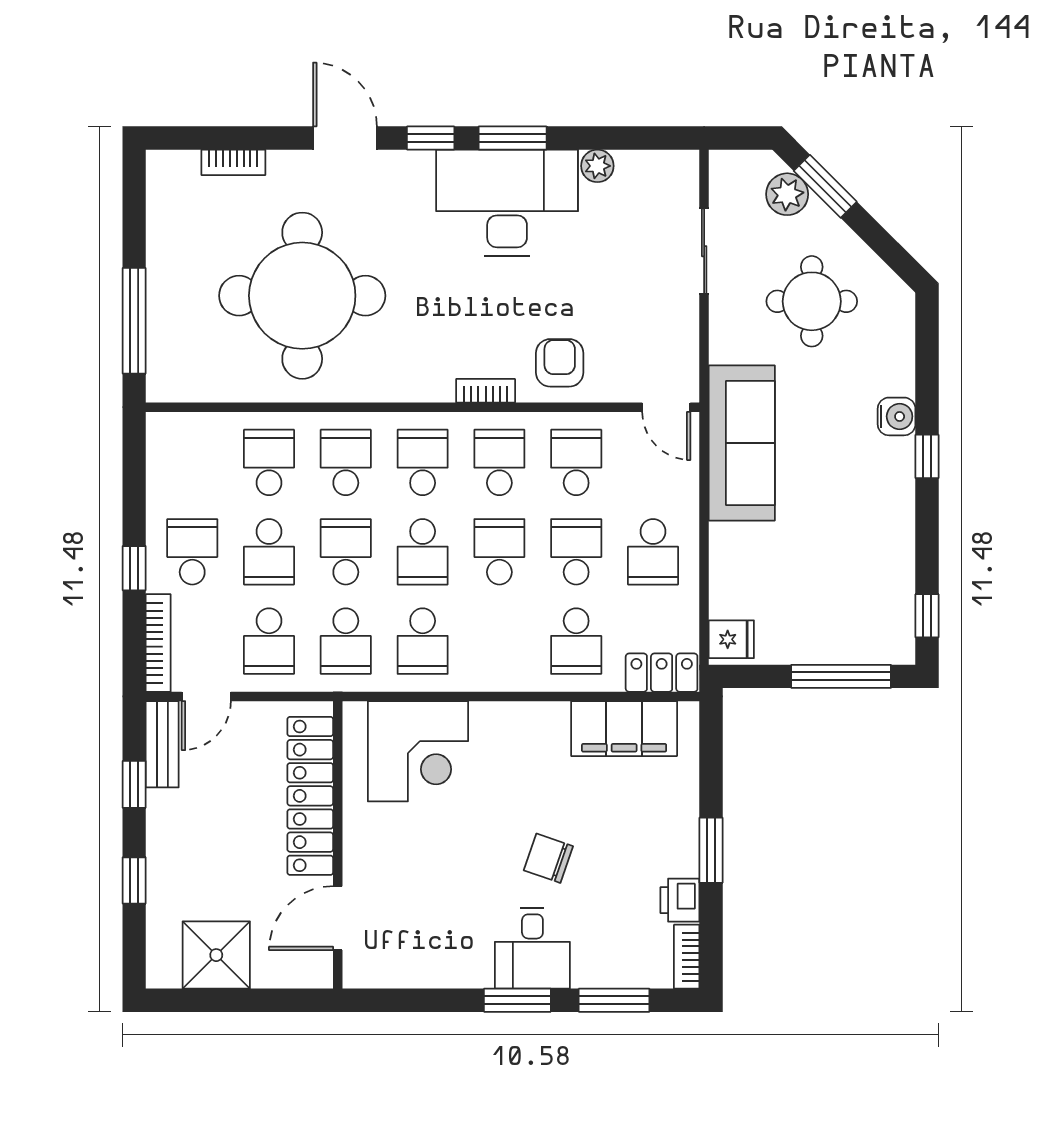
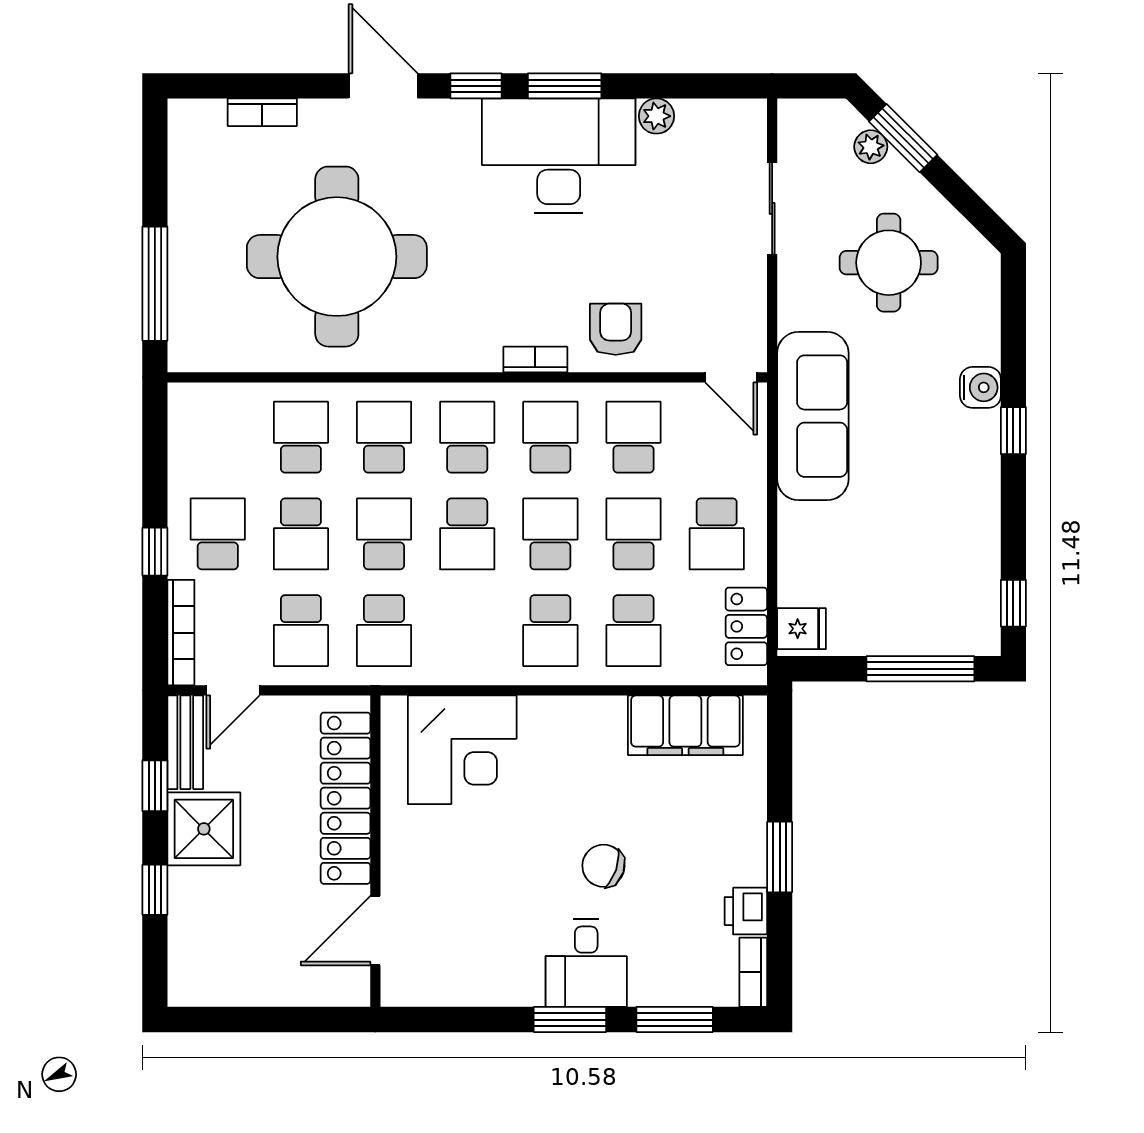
plant: (787, 194) -> (871, 147), width x0.73, depth x0.73
school desk: (423, 641) -> (550, 631), moved
locker: (662, 673) -> (746, 626), moved, turned -90
shower: (216, 955) -> (204, 829), moved

